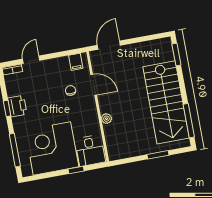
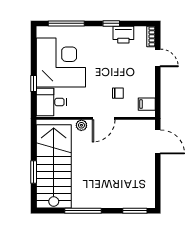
door: (94, 85) -> (104, 118), moved
stairs: (166, 102) -> (54, 166), moved, turned 90
printer: (17, 106) -> (123, 35), moved
window: (189, 121) -> (83, 211), moved

